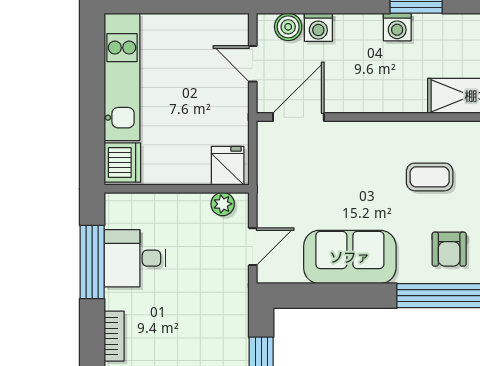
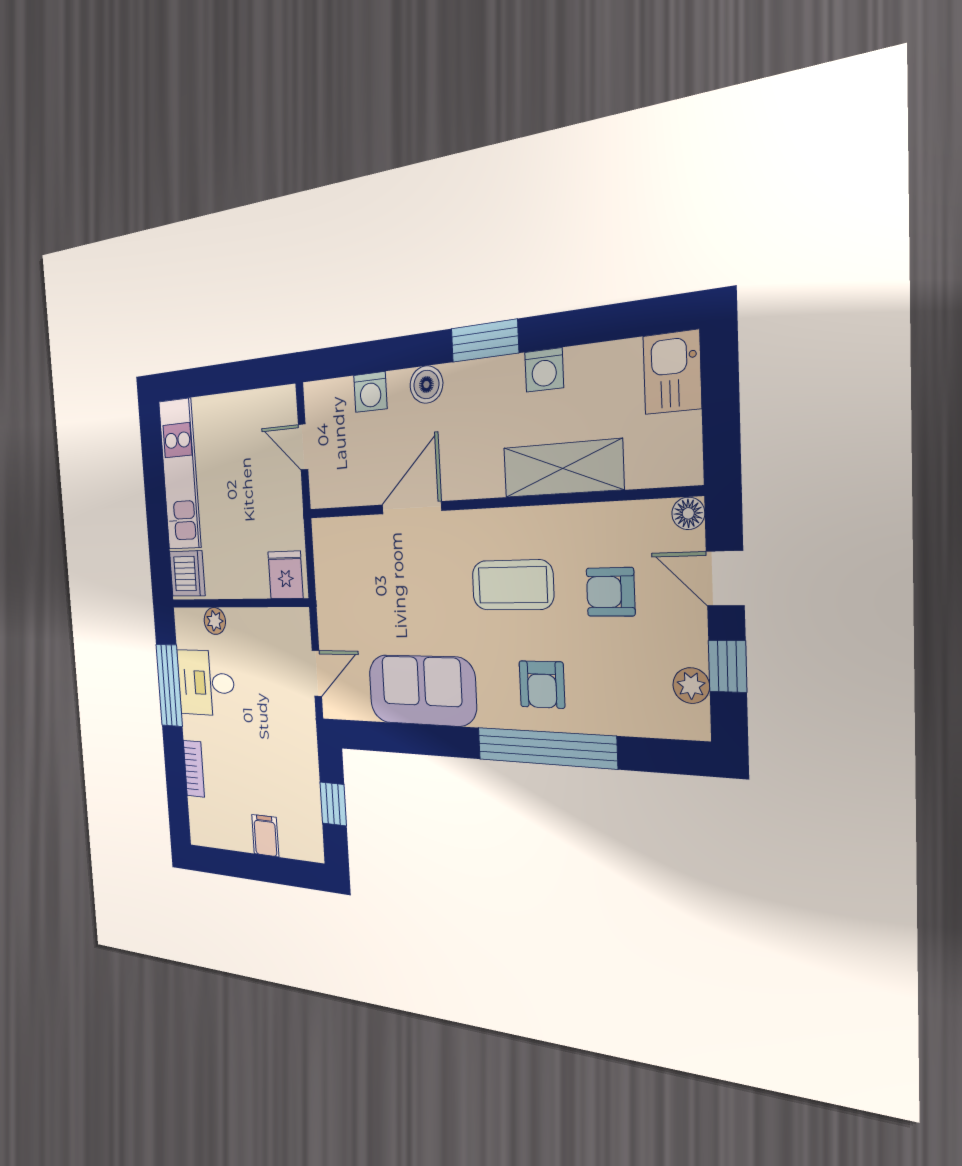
boiler: (288, 27) -> (426, 385), moved
washing machine: (397, 27) -> (544, 370), moved
door: (298, 117) -> (412, 508), moved
coffee table: (430, 177) -> (513, 585), width x1.36, depth x1.30
plant: (223, 204) -> (215, 621), moved

